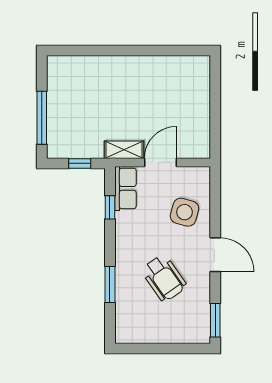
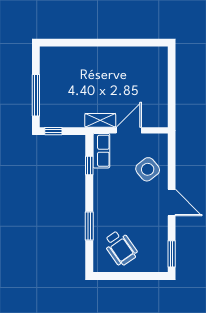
window: (80, 163) -> (53, 131), moved
side table: (184, 212) -> (148, 169), turned 36
wheelchair: (164, 278) -> (120, 248), moved

